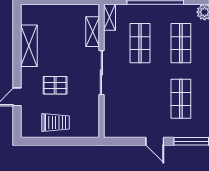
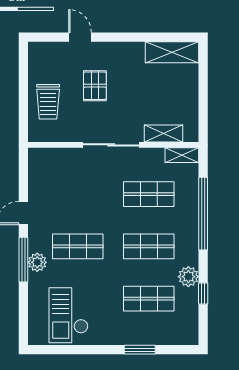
shelving: (29, 46) -> (172, 52), moved
trolley: (55, 122) -> (48, 102), moved
plant: (193, 130) -> (37, 262), added

